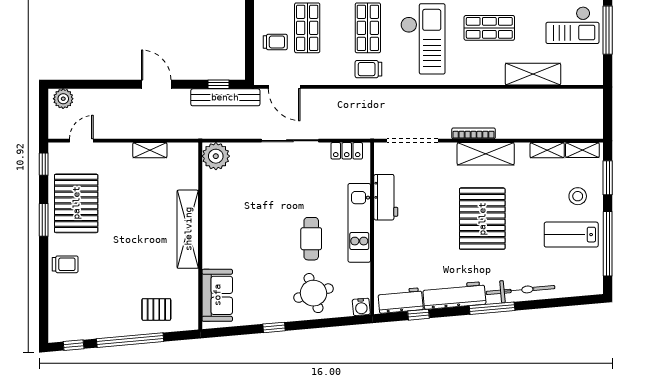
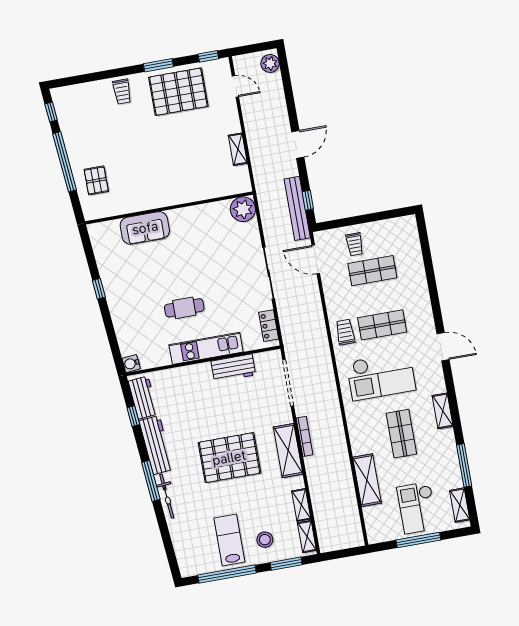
door: (284, 87) -> (316, 259), hinge flipped
shelving: (188, 229) -> (173, 196), removed
bicycle: (521, 290) -> (167, 496), width x0.73, depth x0.71
round table: (314, 293) -> (136, 319), removed
sofa: (217, 295) -> (145, 228), moved

